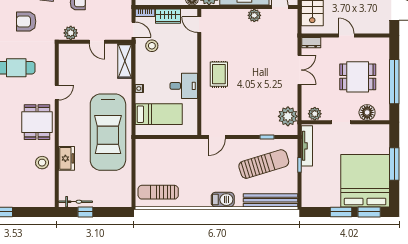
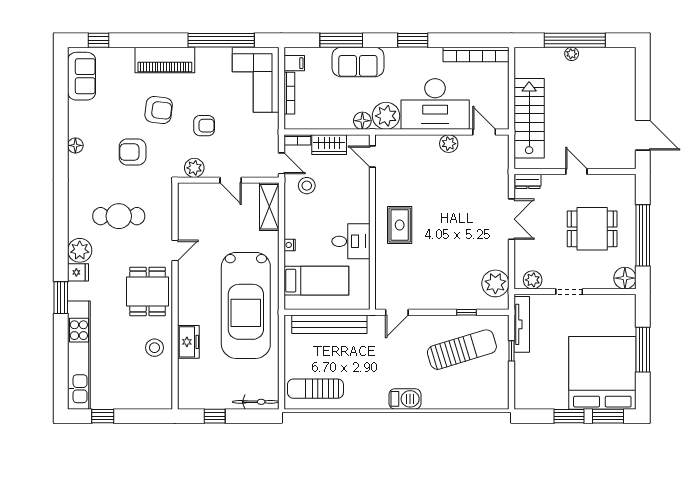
floor lamp: (367, 112) -> (625, 278), moved
bench: (271, 200) -> (329, 324), moved
bicycle: (76, 202) -> (256, 402), moved

